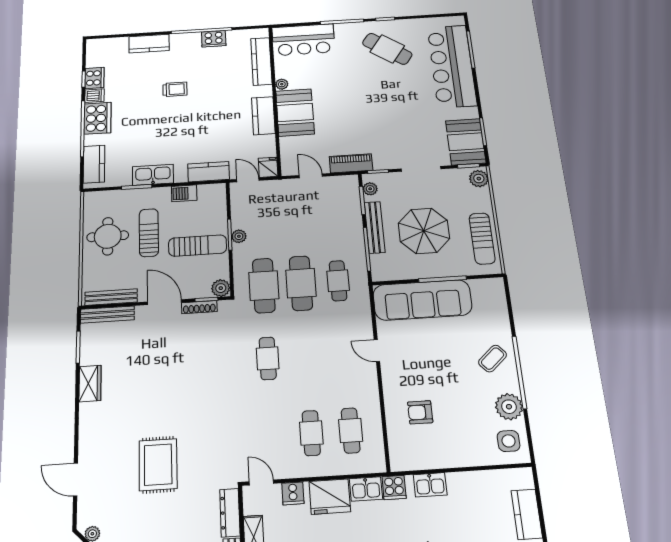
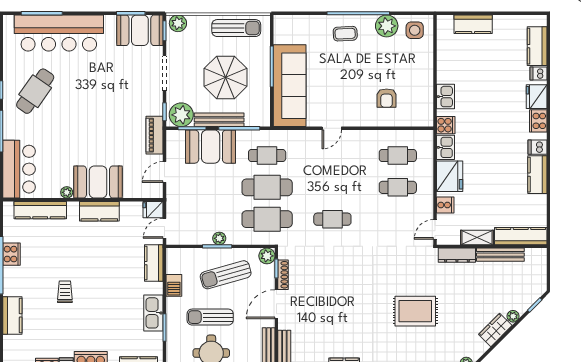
plant: (370, 189) -> (181, 115), width x1.87, depth x1.87
booth: (343, 220) -> (211, 147), added
sun lounger: (198, 246) -> (226, 275), turned -106
coffee table: (493, 359) -> (345, 34), turned -51

